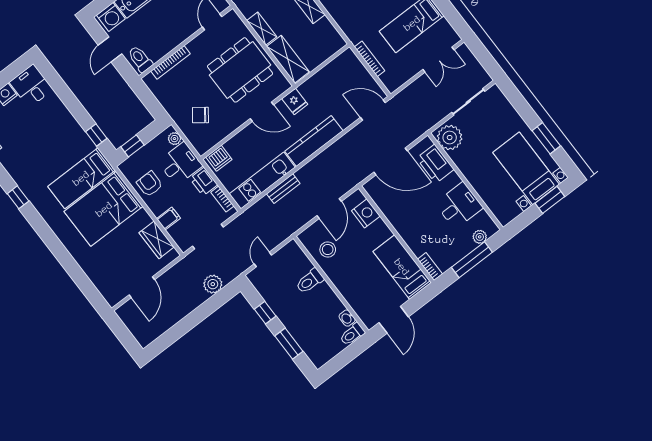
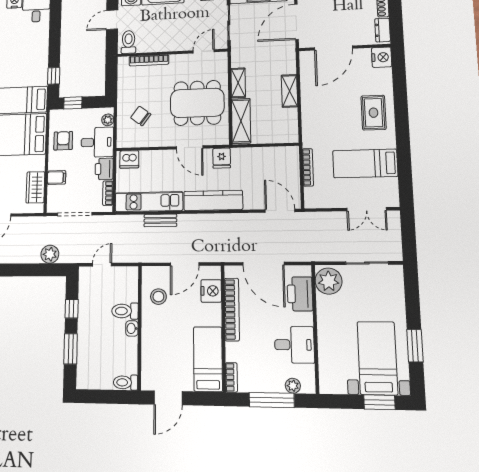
bookcase: (392, 215) -> (232, 309), added
washbasin: (347, 318) -> (132, 328), moved

